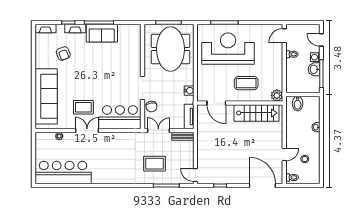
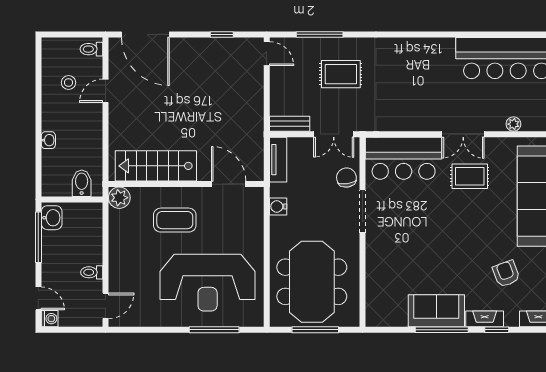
washing machine: (315, 57) -> (50, 319), moved
washbasin: (314, 69) -> (52, 218), moved

